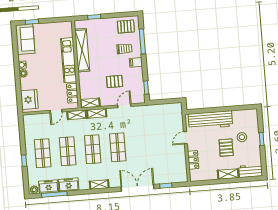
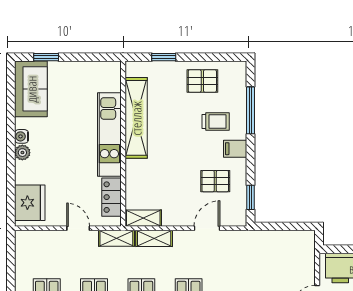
pallet: (126, 27) -> (202, 81), moved
pallet: (115, 81) -> (215, 181), moved
door: (56, 111) -> (78, 228), swing flipped

